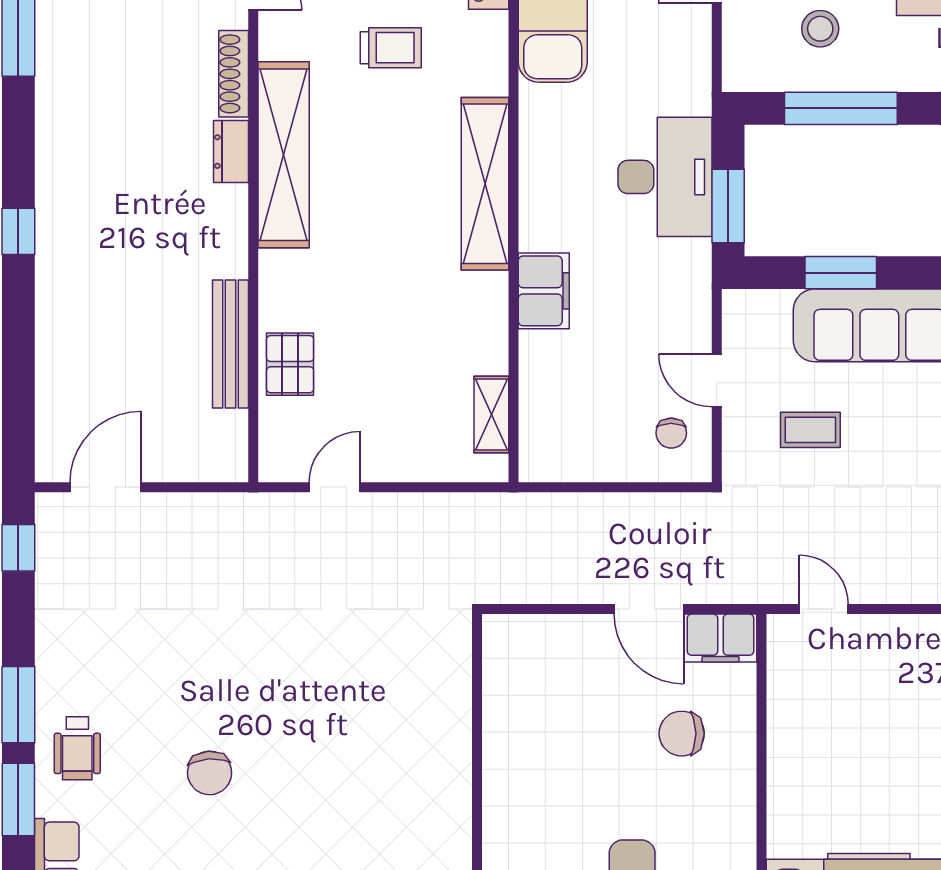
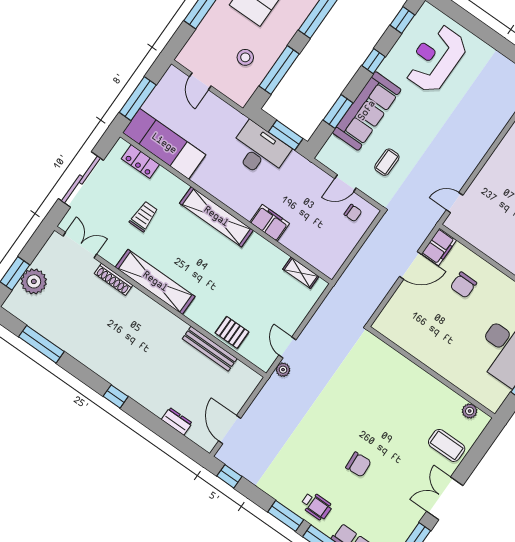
dresser: (231, 152) -> (177, 421), moved, turned 180
plant: (287, 508) -> (283, 370), added

